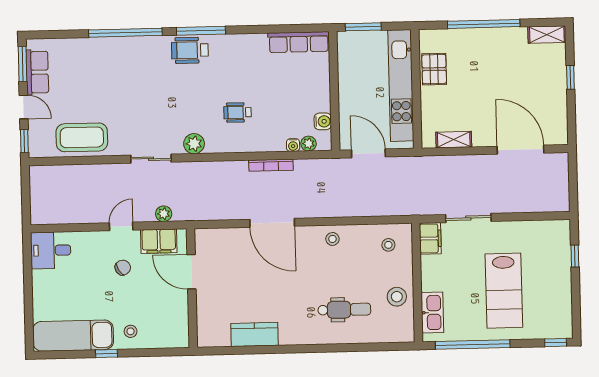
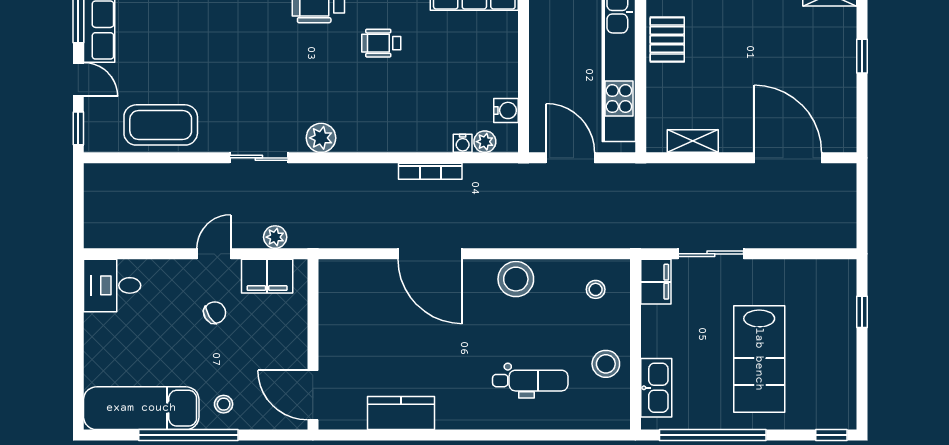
wheelchair: (238, 112) -> (381, 43), moved
stool: (332, 239) -> (516, 279), width x1.89, depth x1.89
door: (192, 272) -> (313, 395), moved
window: (106, 353) -> (188, 435), width x3.17

